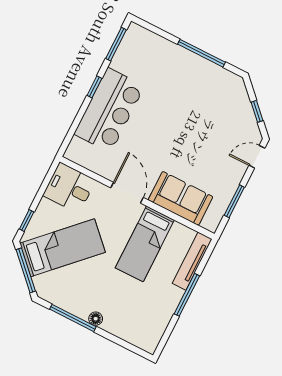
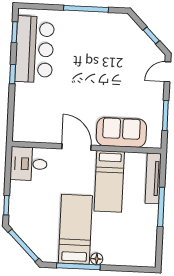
window: (116, 44) -> (15, 32), width x0.67
bar counter: (109, 110) -> (35, 49), moved
bed: (63, 248) -> (75, 229), moved, turned -45

